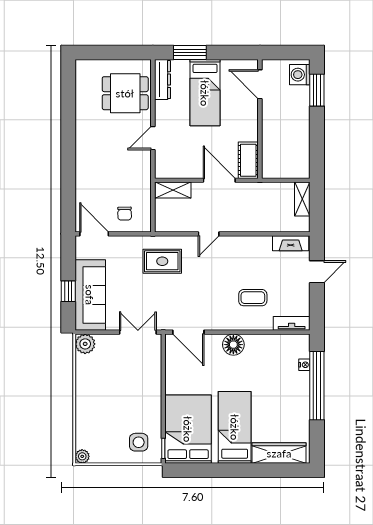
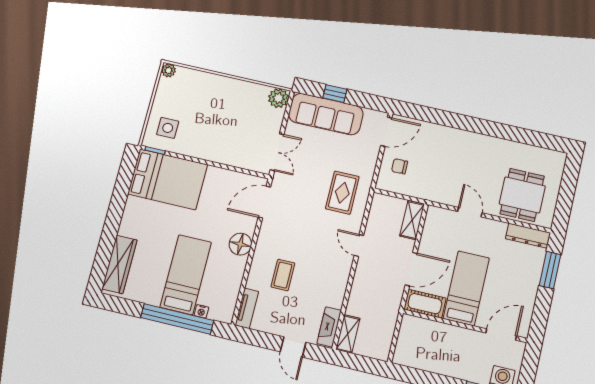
bed: (205, 93) -> (466, 288), moved, turned 90
shelving: (302, 199) -> (348, 334), moved, turned 90
bed: (235, 427) -> (186, 275), moved, turned -90

